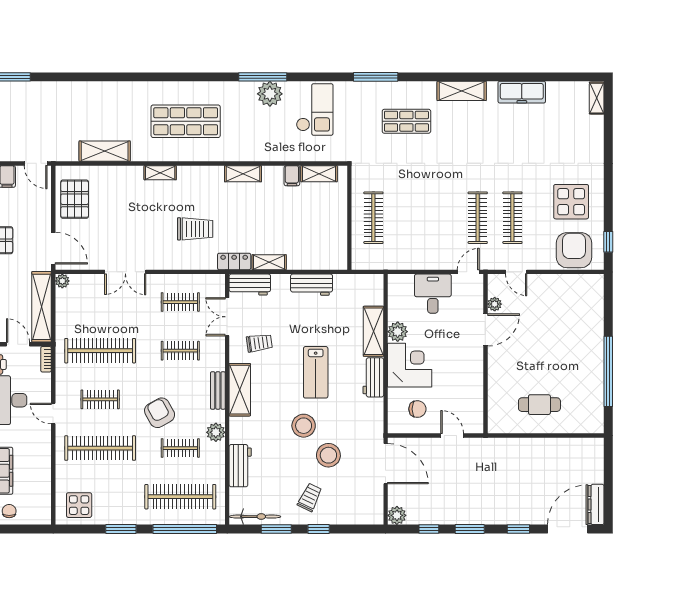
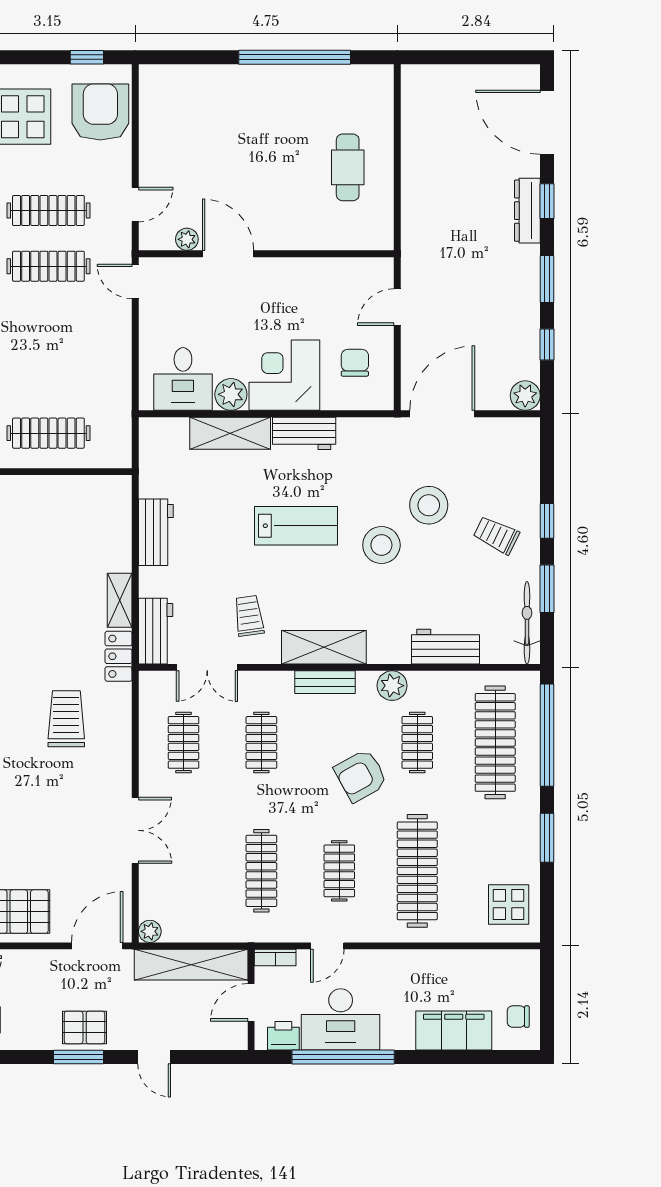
armchair: (574, 250) -> (100, 112), turned 90
desk: (433, 294) -> (183, 379), moved, turned -90
clothes rail: (100, 351) -> (261, 871), width x0.73, depth x0.76
door: (53, 413) -> (327, 946), moved
dresser: (596, 504) -> (527, 211), moved, turned 90

